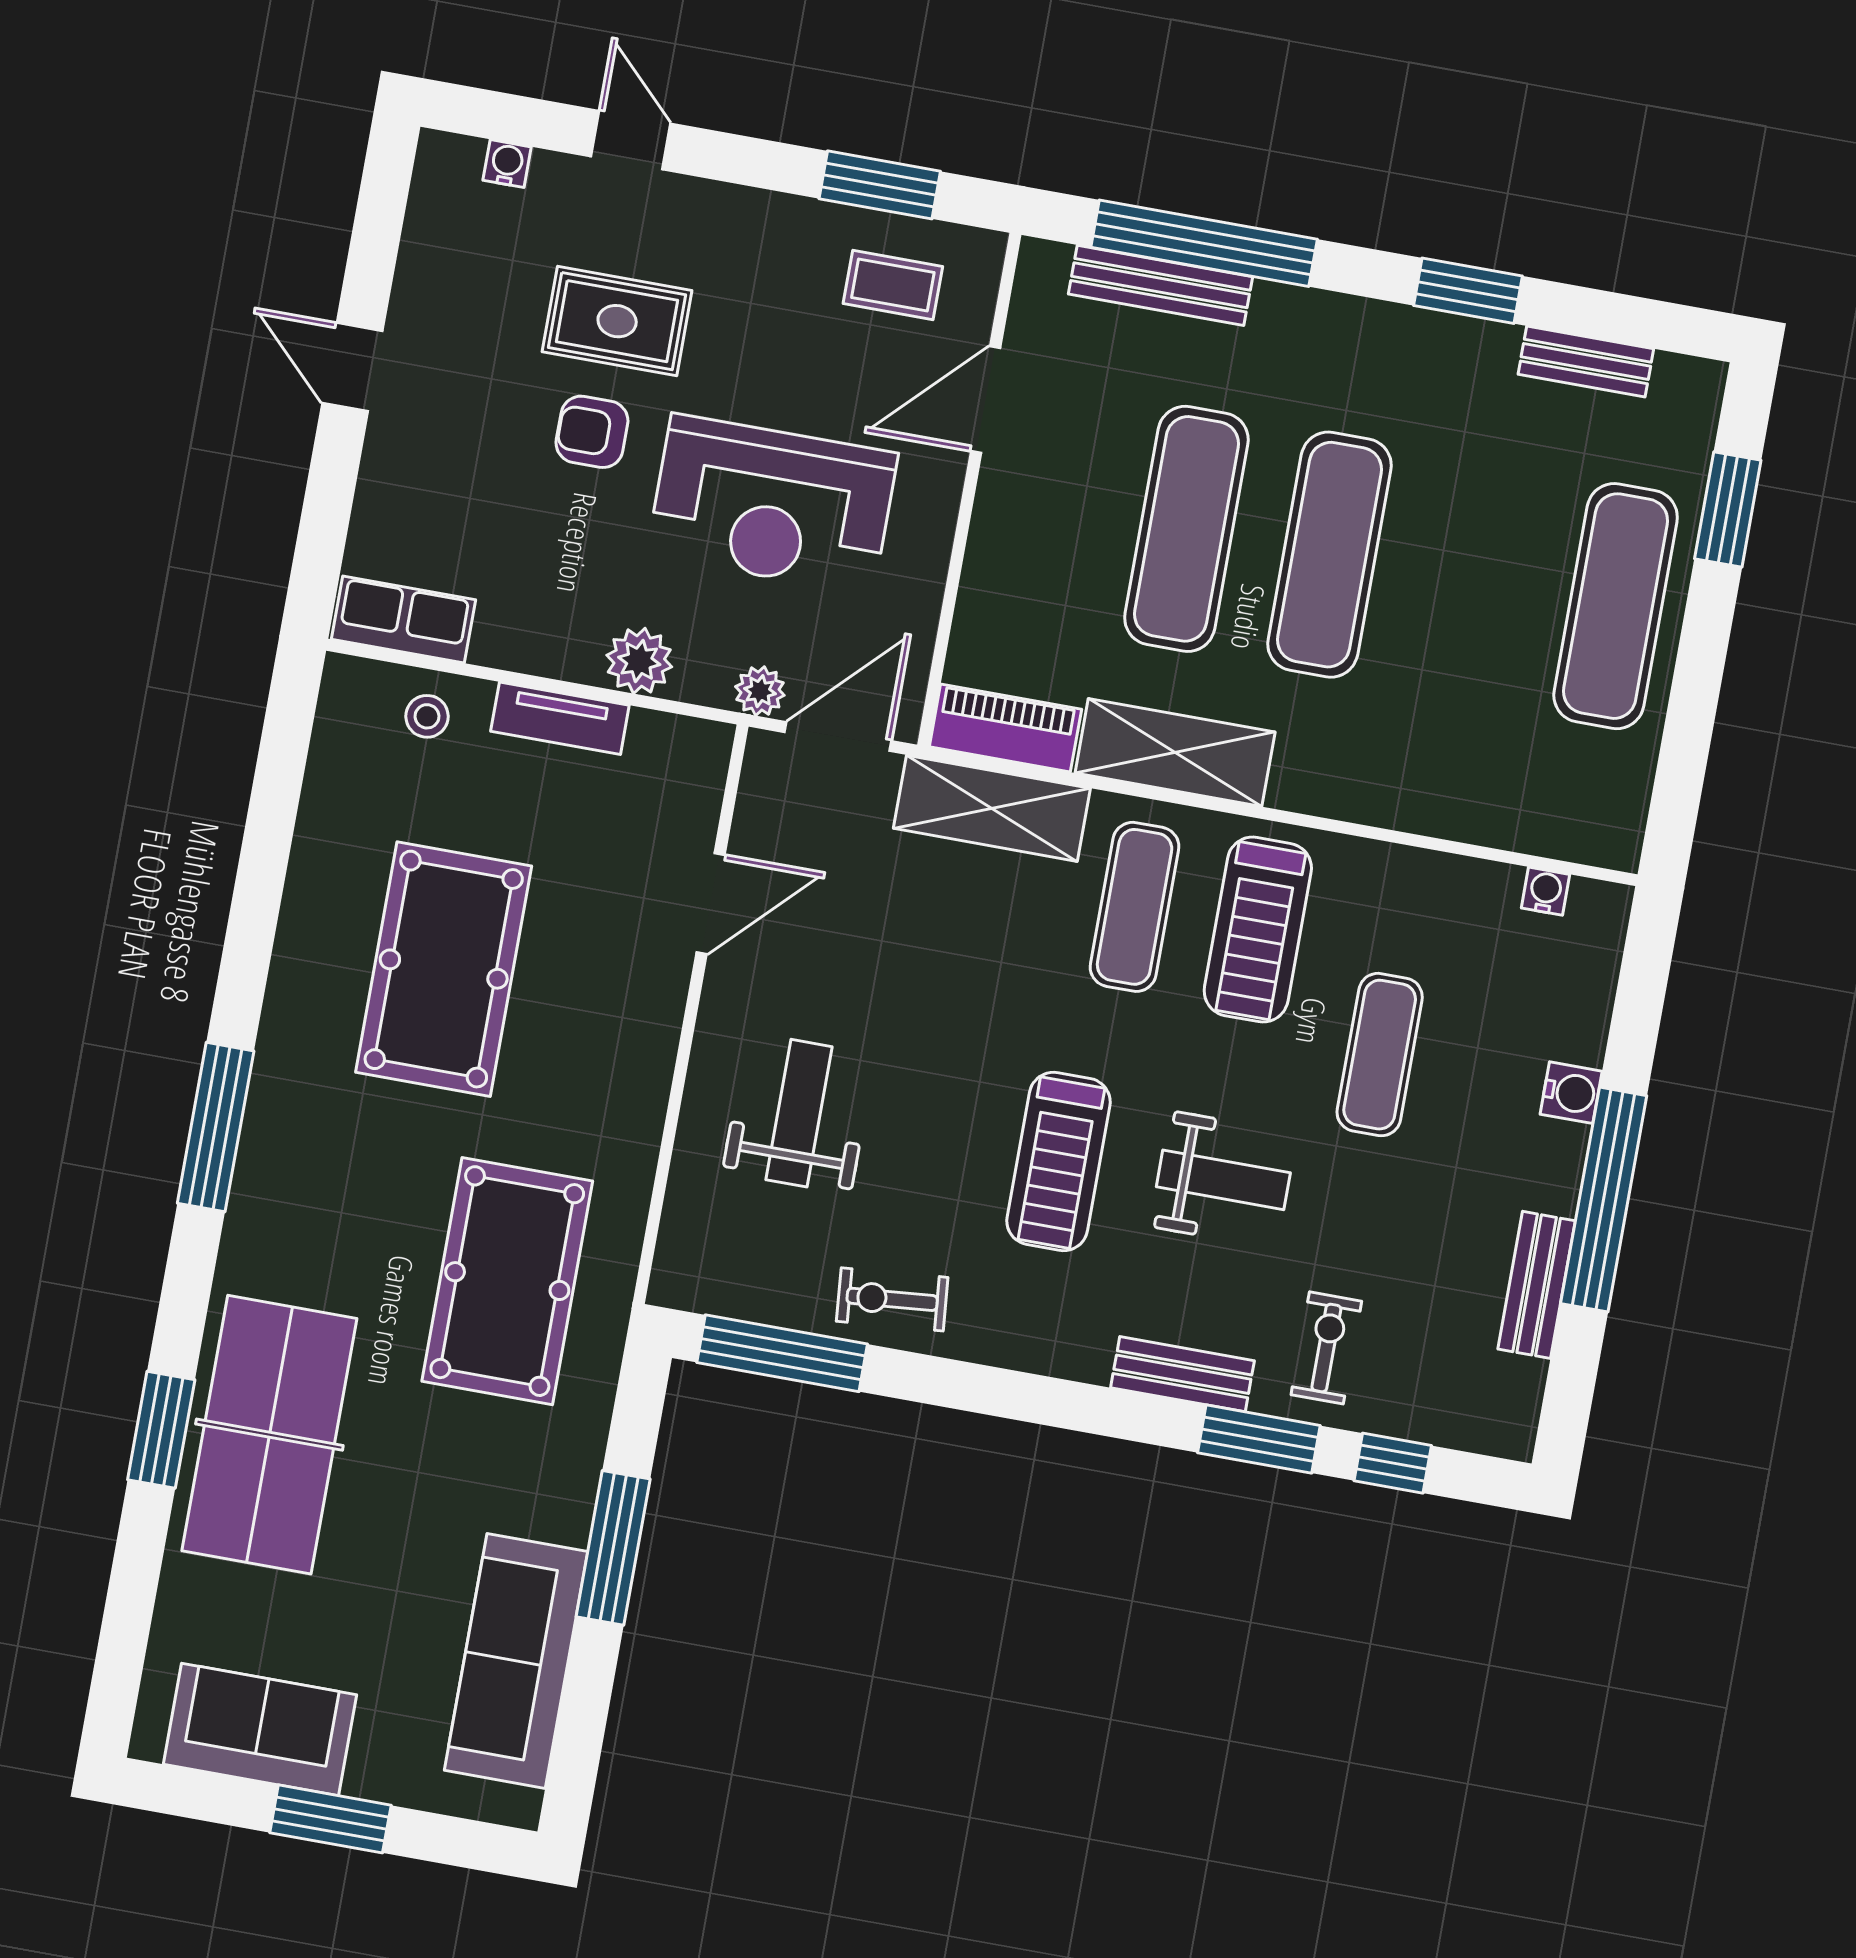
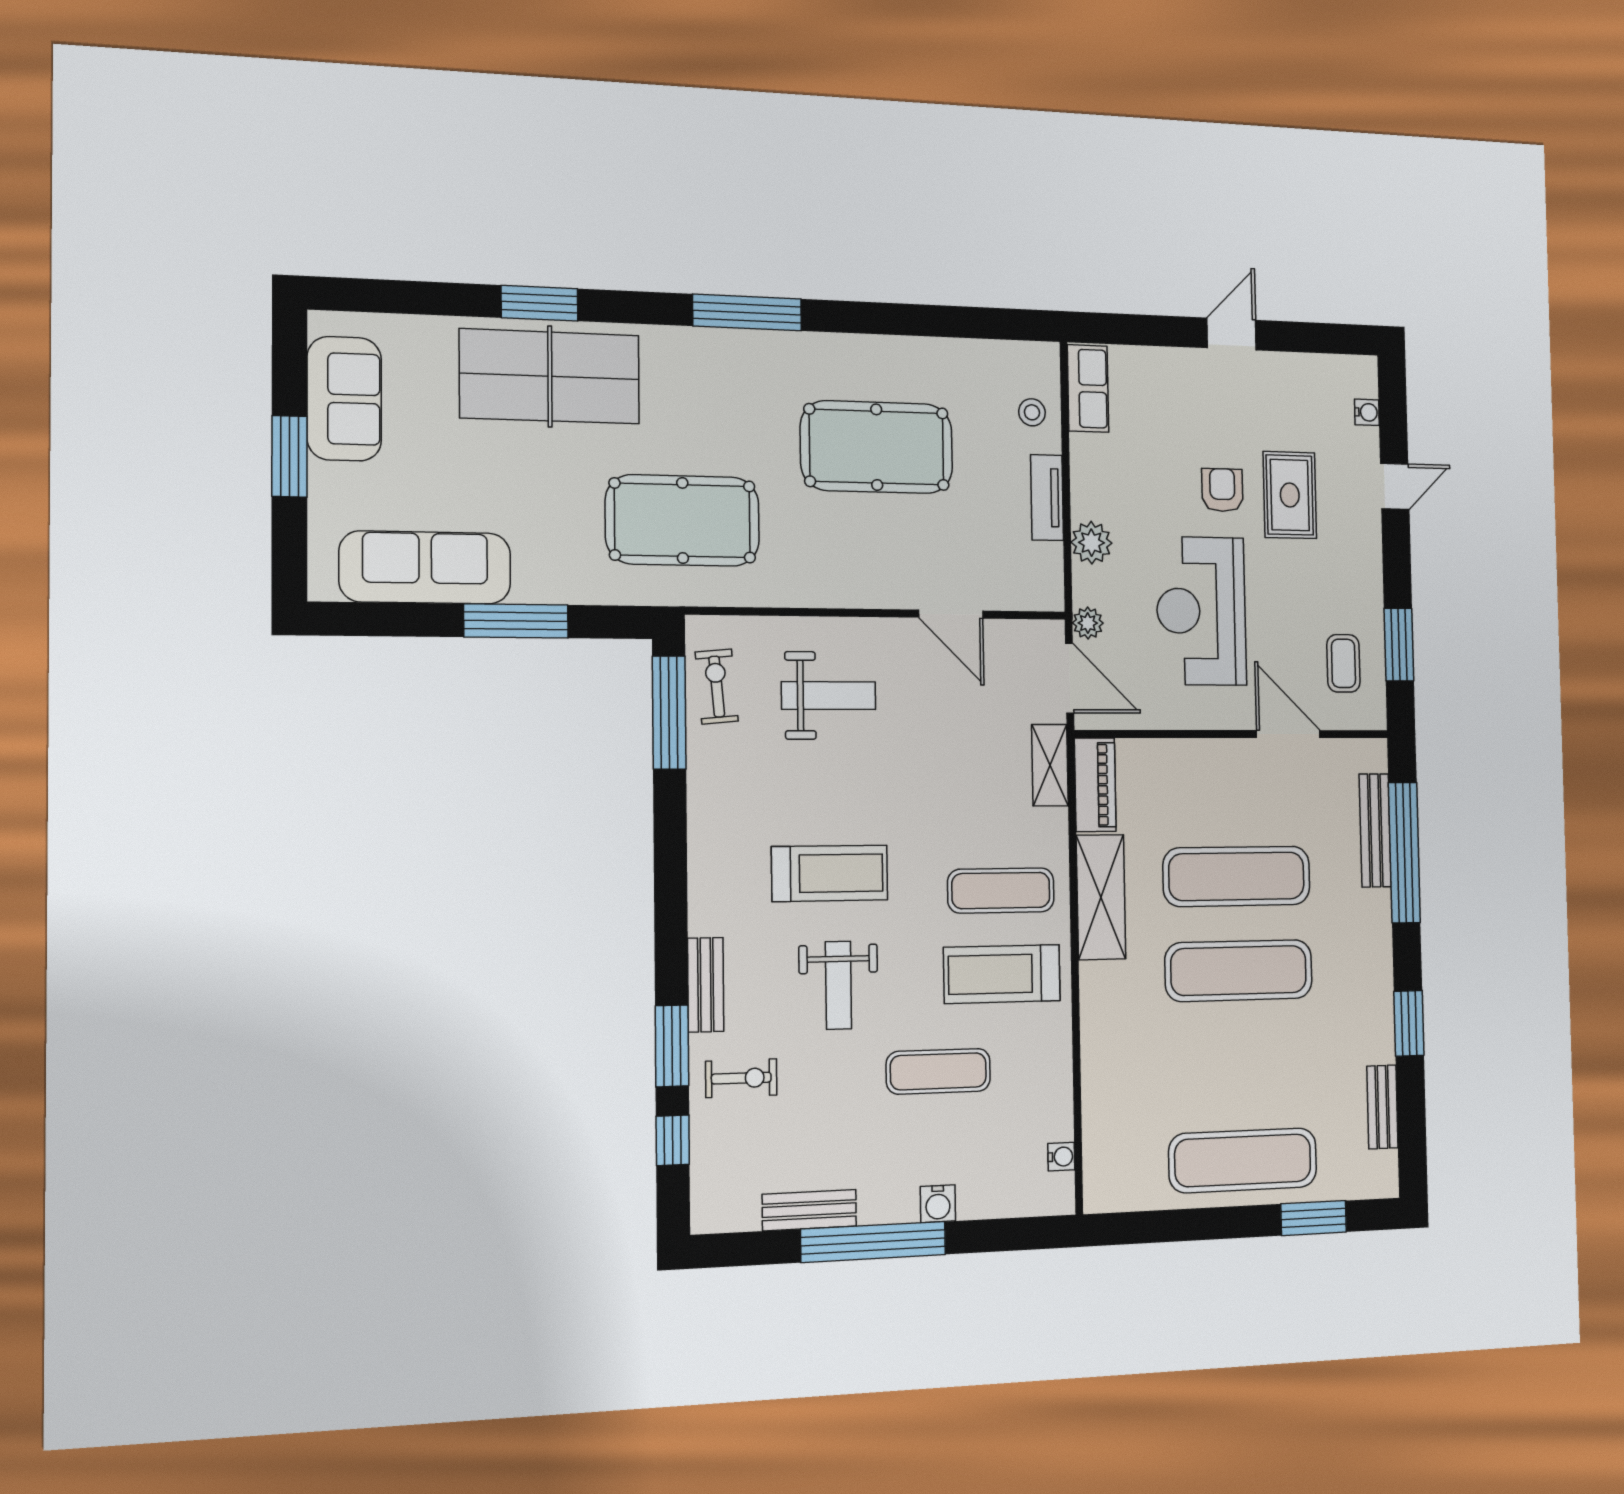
shelving: (992, 808) -> (1050, 765), width x0.67, depth x0.75
treadmill: (1059, 1161) -> (830, 873), turned 180
exercise bike: (892, 1299) -> (717, 687), moved

